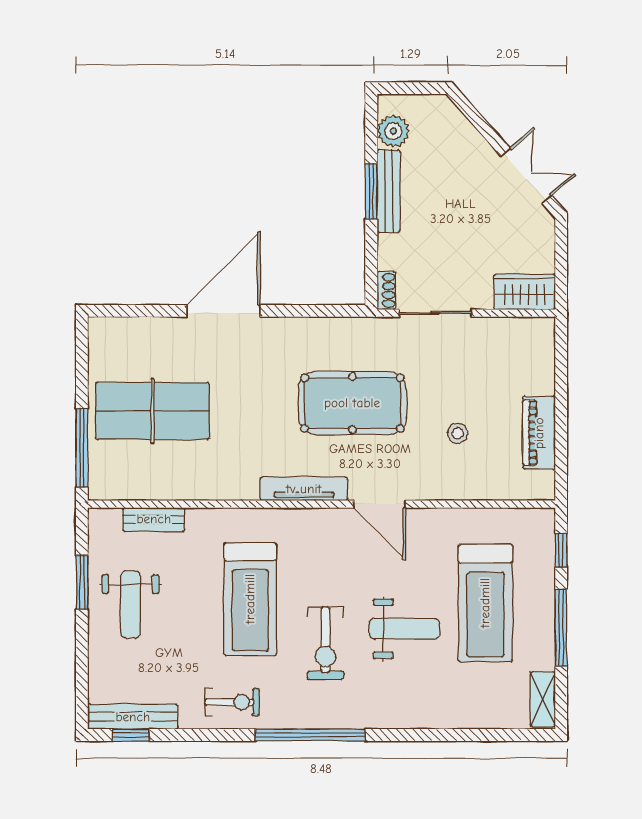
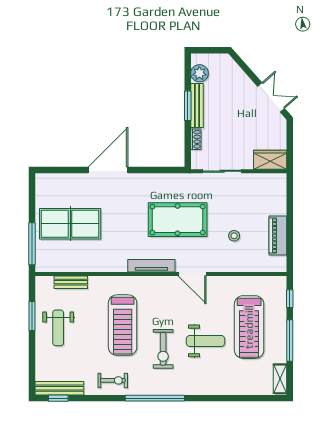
shoe rack: (386, 291) -> (196, 139), moved

